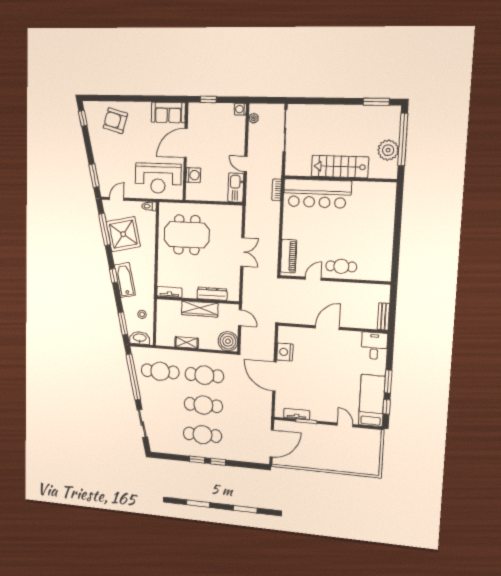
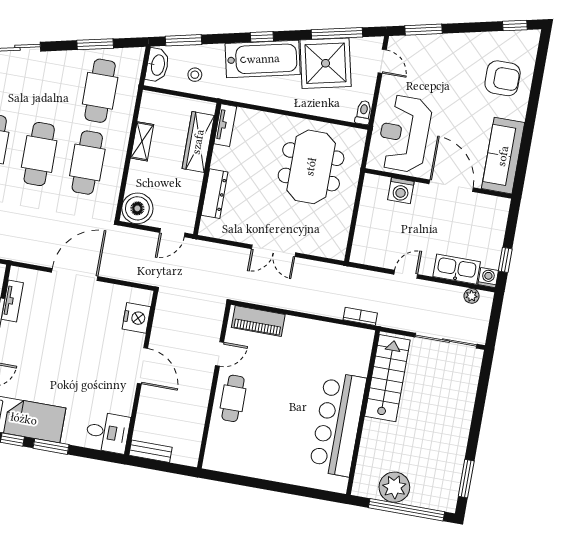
window: (208, 99) -> (505, 260), moved
sofa: (168, 112) -> (503, 156), width x1.36
armchair: (115, 121) -> (503, 78), turned 75
stairs: (340, 167) -> (387, 378), moved
kitchen sink: (236, 188) -> (457, 269), moved
bar counter: (317, 194) -> (338, 424), moved
door: (313, 279) -> (220, 354), hinge flipped
bathtub: (125, 280) -> (263, 59), width x1.36, depth x1.36
wardrobe: (200, 309) -> (198, 142), moved
nightstand: (285, 352) -> (136, 318), moved, turned 90
window: (133, 377) -> (95, 44), width x0.47

